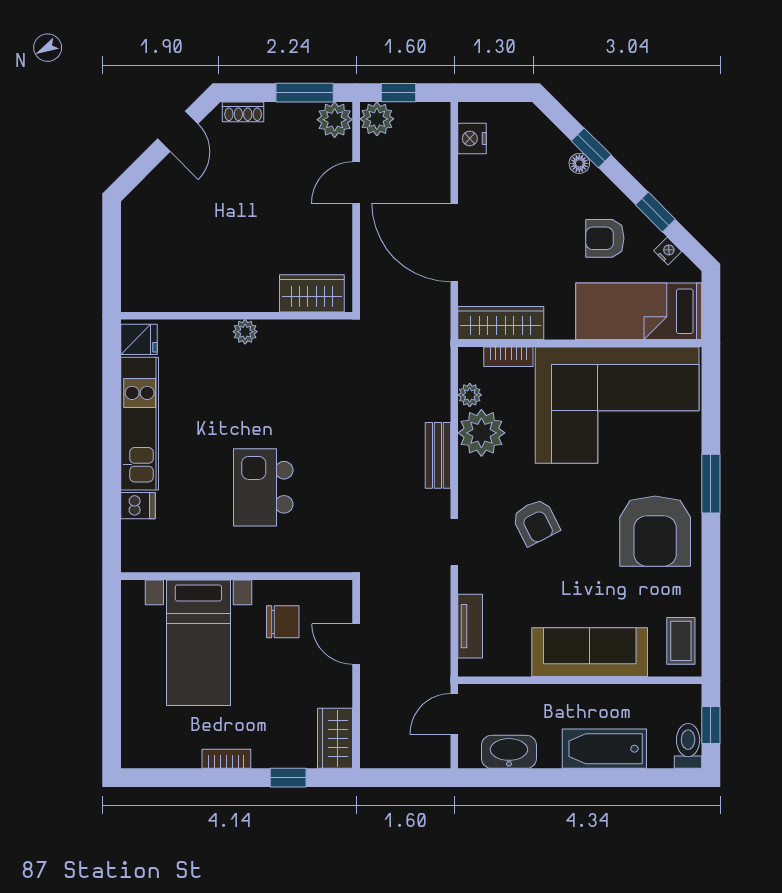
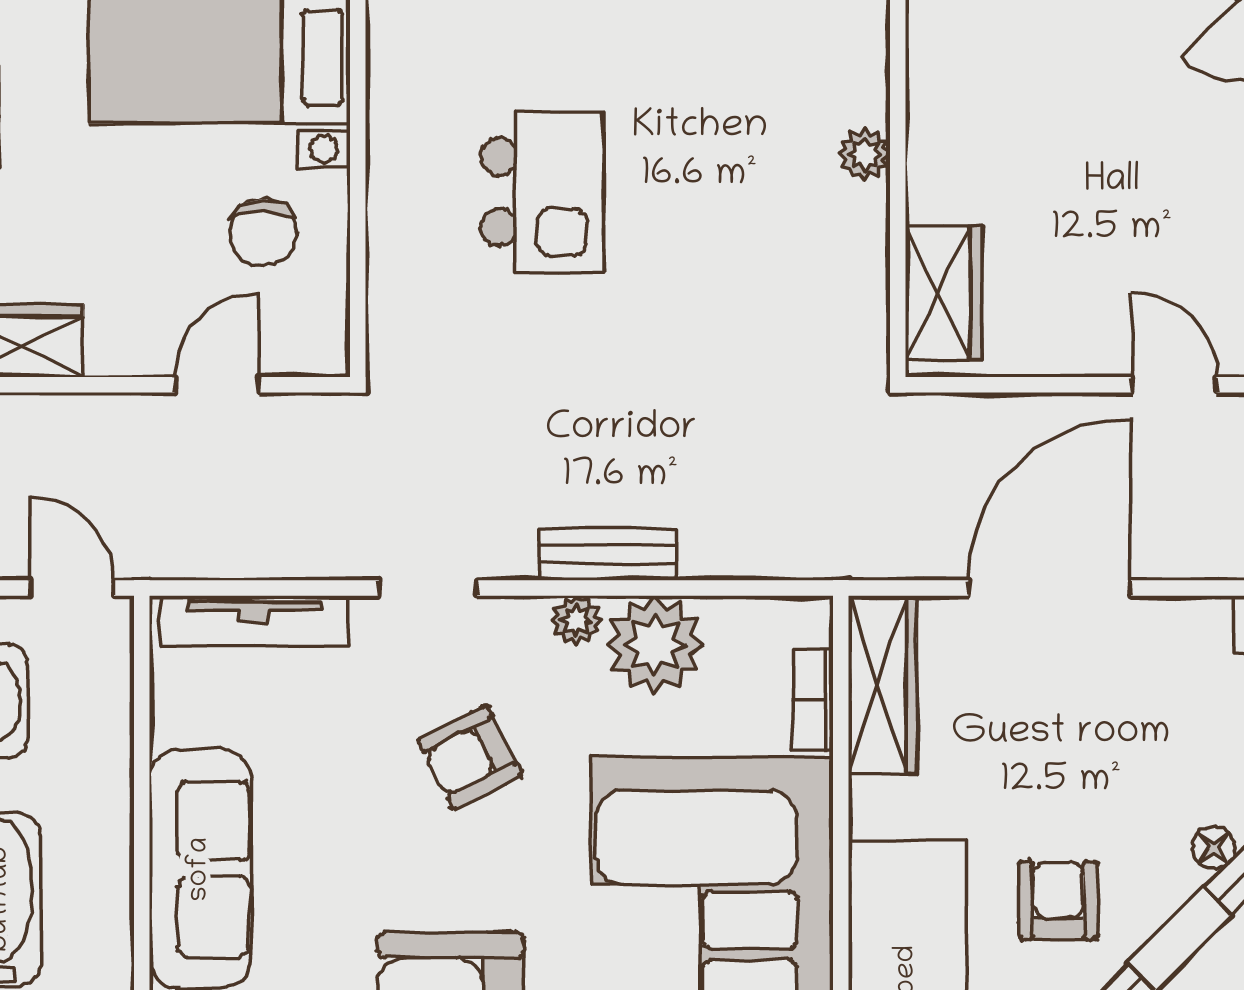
plant: (470, 395) -> (576, 620), moved
kitchen island: (263, 487) -> (542, 192), turned 90
tv unit: (470, 626) -> (254, 621), width x1.41

